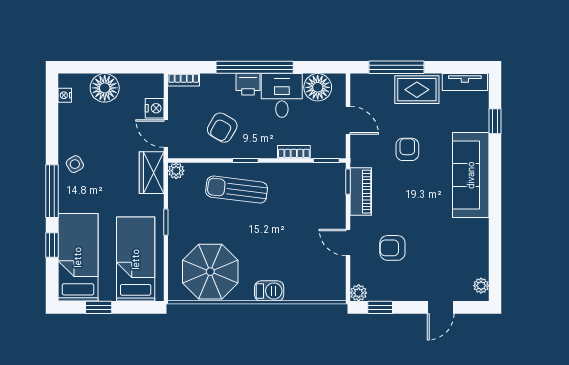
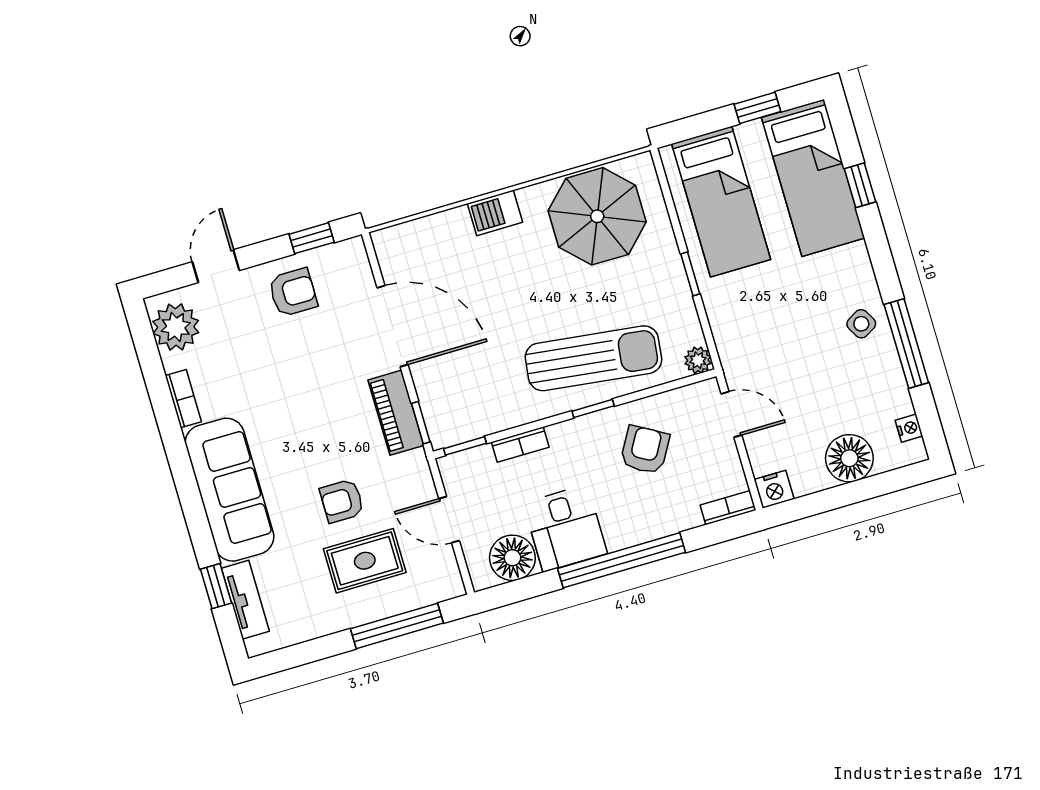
tv unit: (465, 82) -> (245, 600), moved, turned 90
printer: (248, 84) -> (624, 530), removed
rug: (417, 90) -> (365, 561), moved
nightstand: (155, 108) -> (774, 489), moved, turned -90
armchair: (407, 149) -> (342, 501), turned 90
wardrobe: (152, 173) -> (736, 346), removed
sun lounger: (237, 190) -> (593, 358), width x1.36, depth x1.34
window: (52, 191) -> (906, 343), moved
bookcase: (482, 236) -> (183, 399), added
door: (348, 242) -> (393, 326), width x1.88
armchair: (392, 248) -> (293, 292), moved
plant: (481, 286) -> (176, 327), width x1.87, depth x1.87
plant: (359, 293) -> (353, 251), removed

